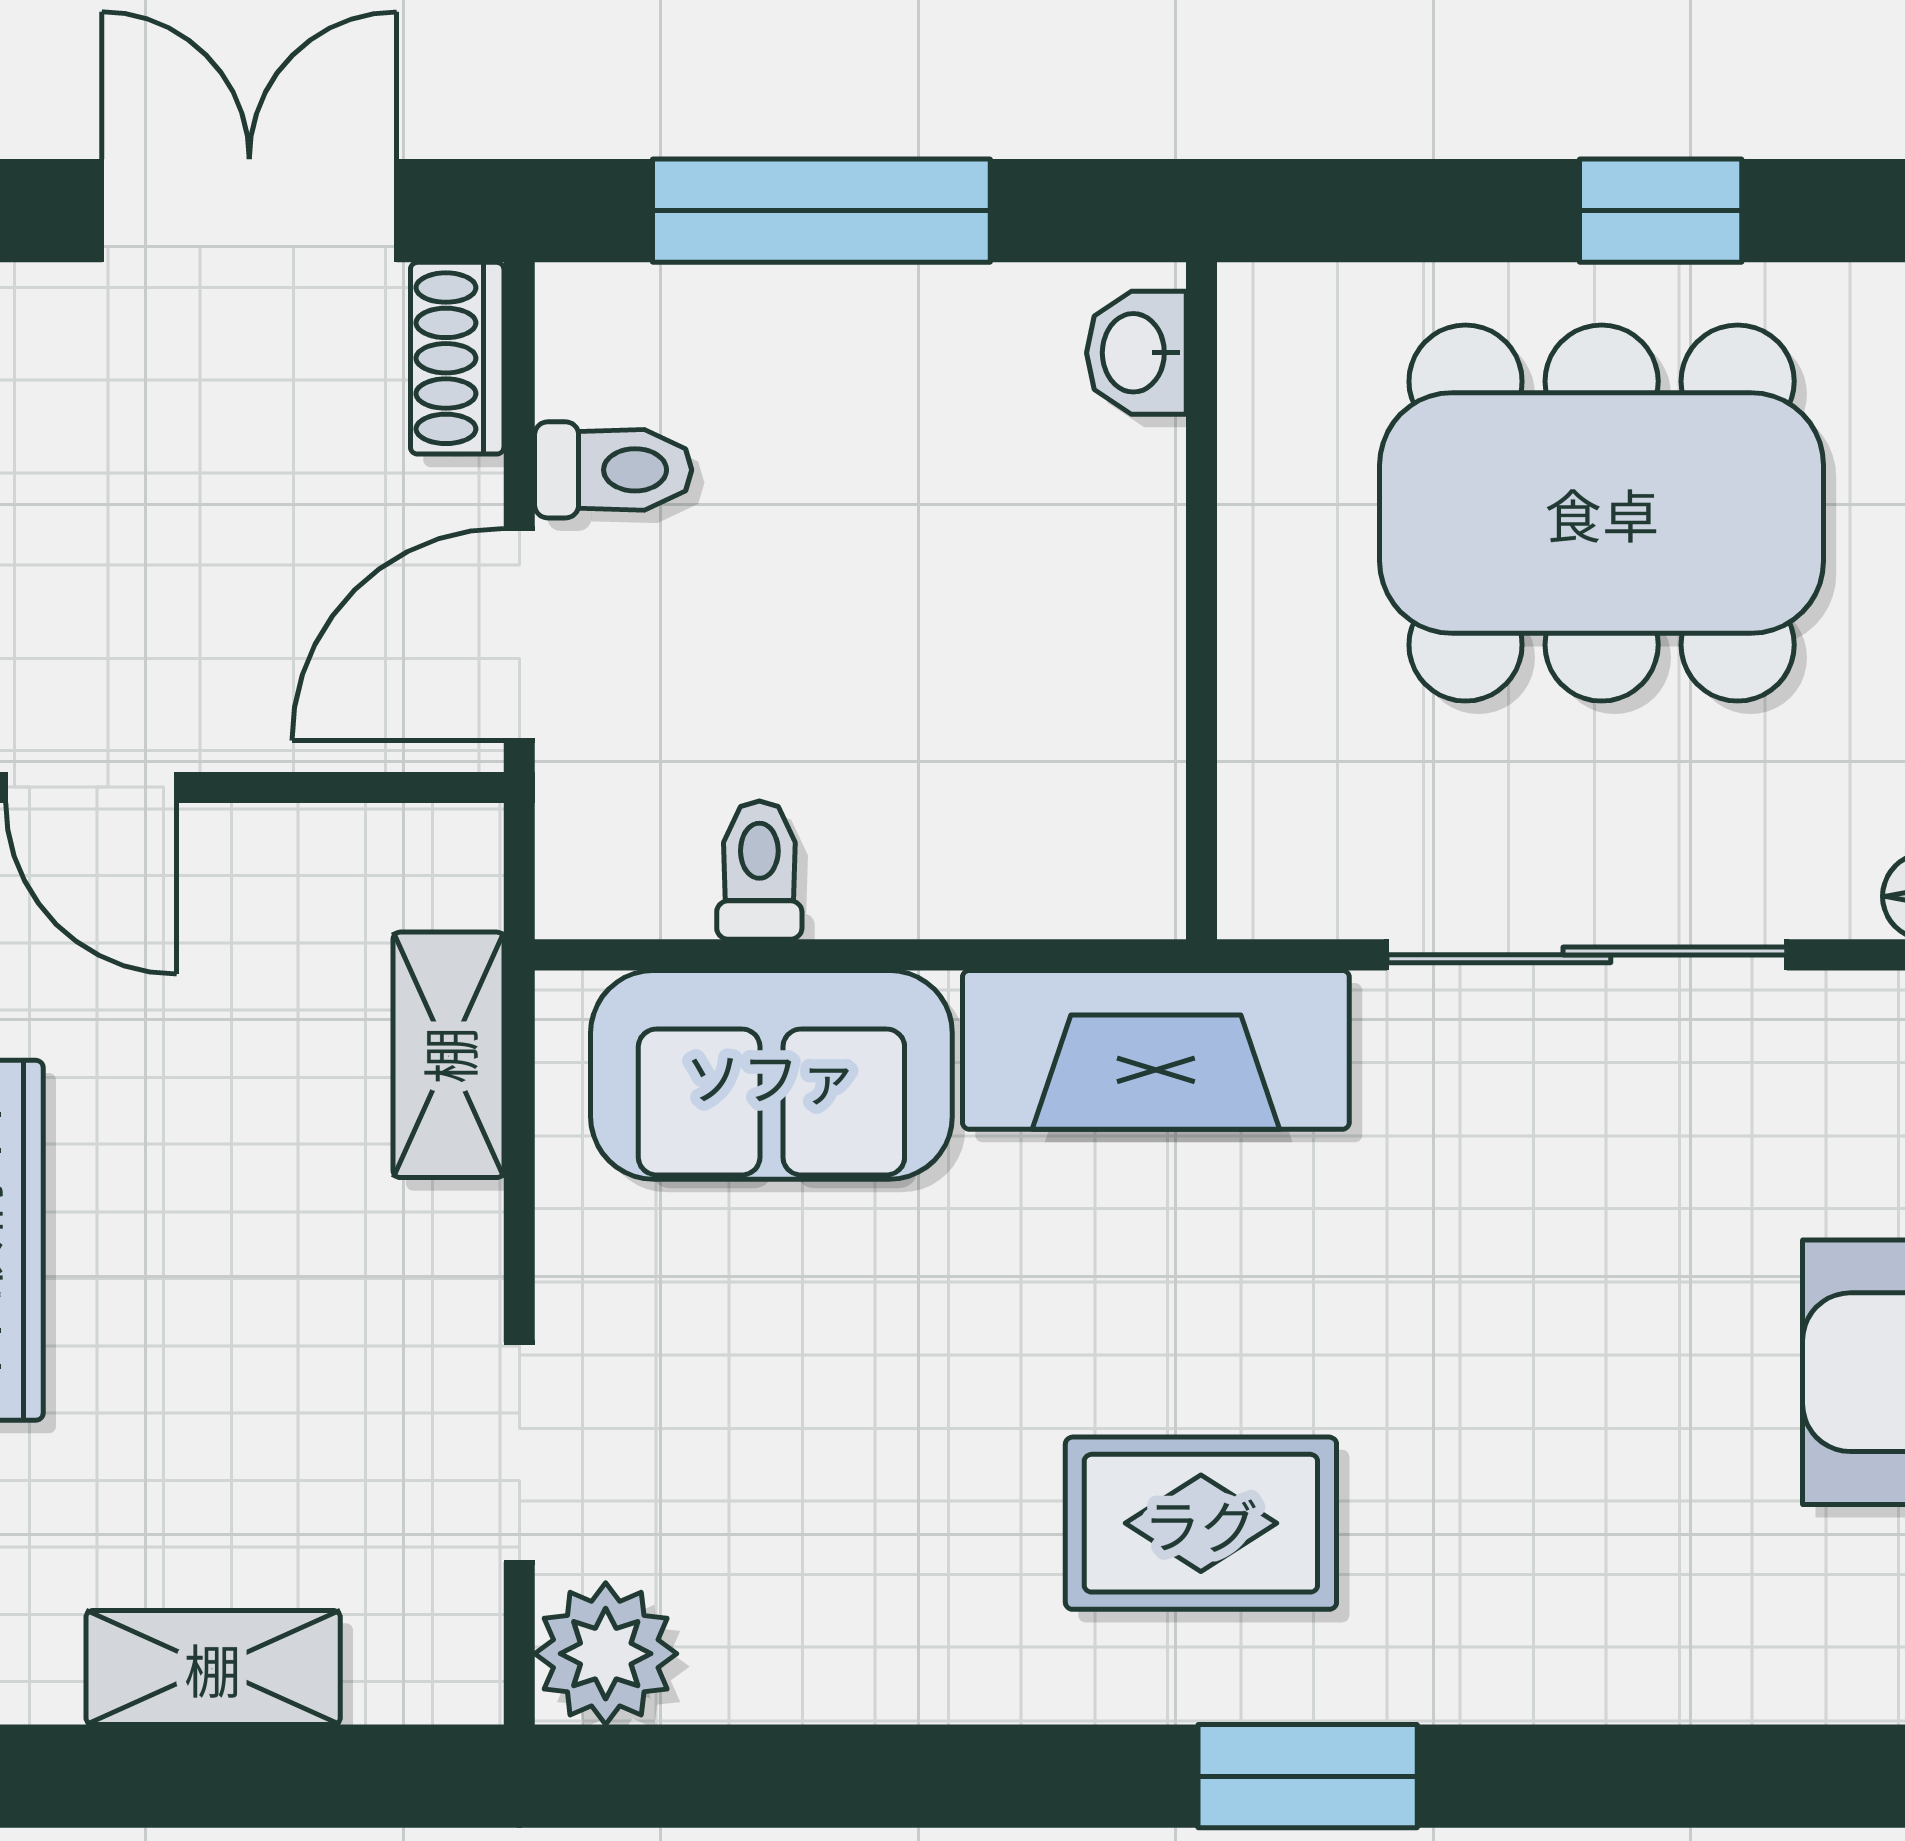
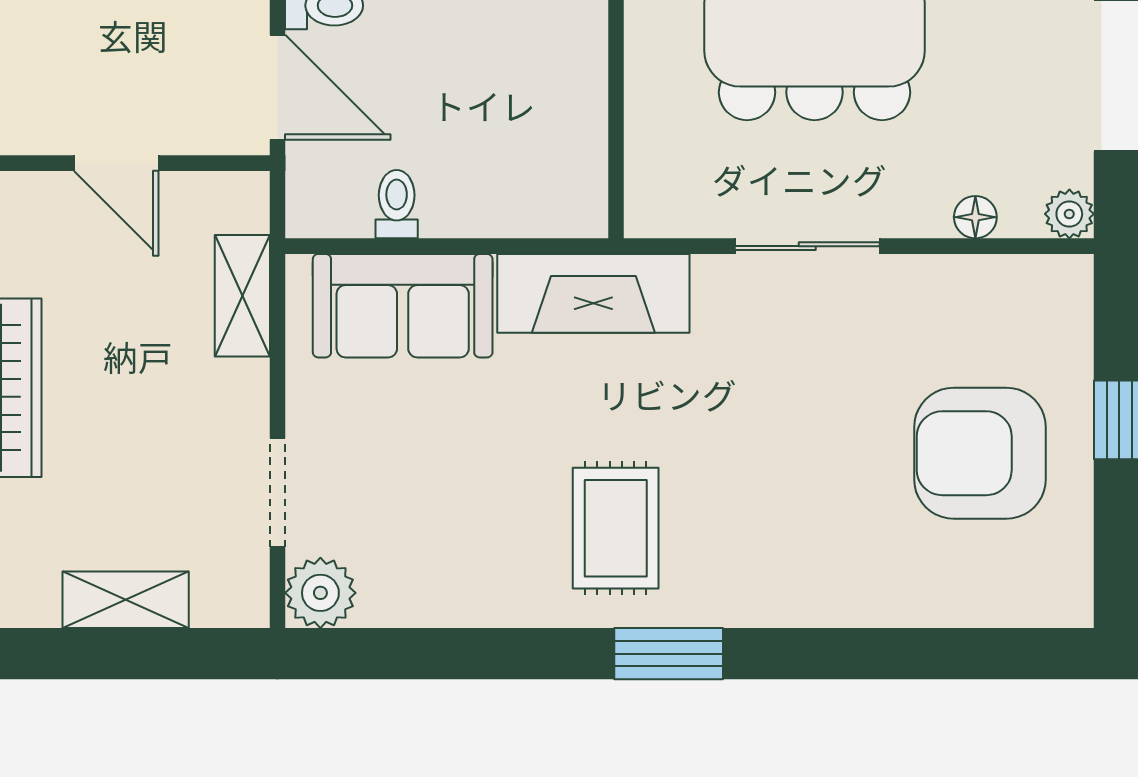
door: (519, 635) -> (277, 87), swing flipped
door: (91, 787) -> (116, 163), moved
sliding door: (1587, 955) -> (807, 246), width x0.73
rug: (1201, 1523) -> (616, 528), turned 90

